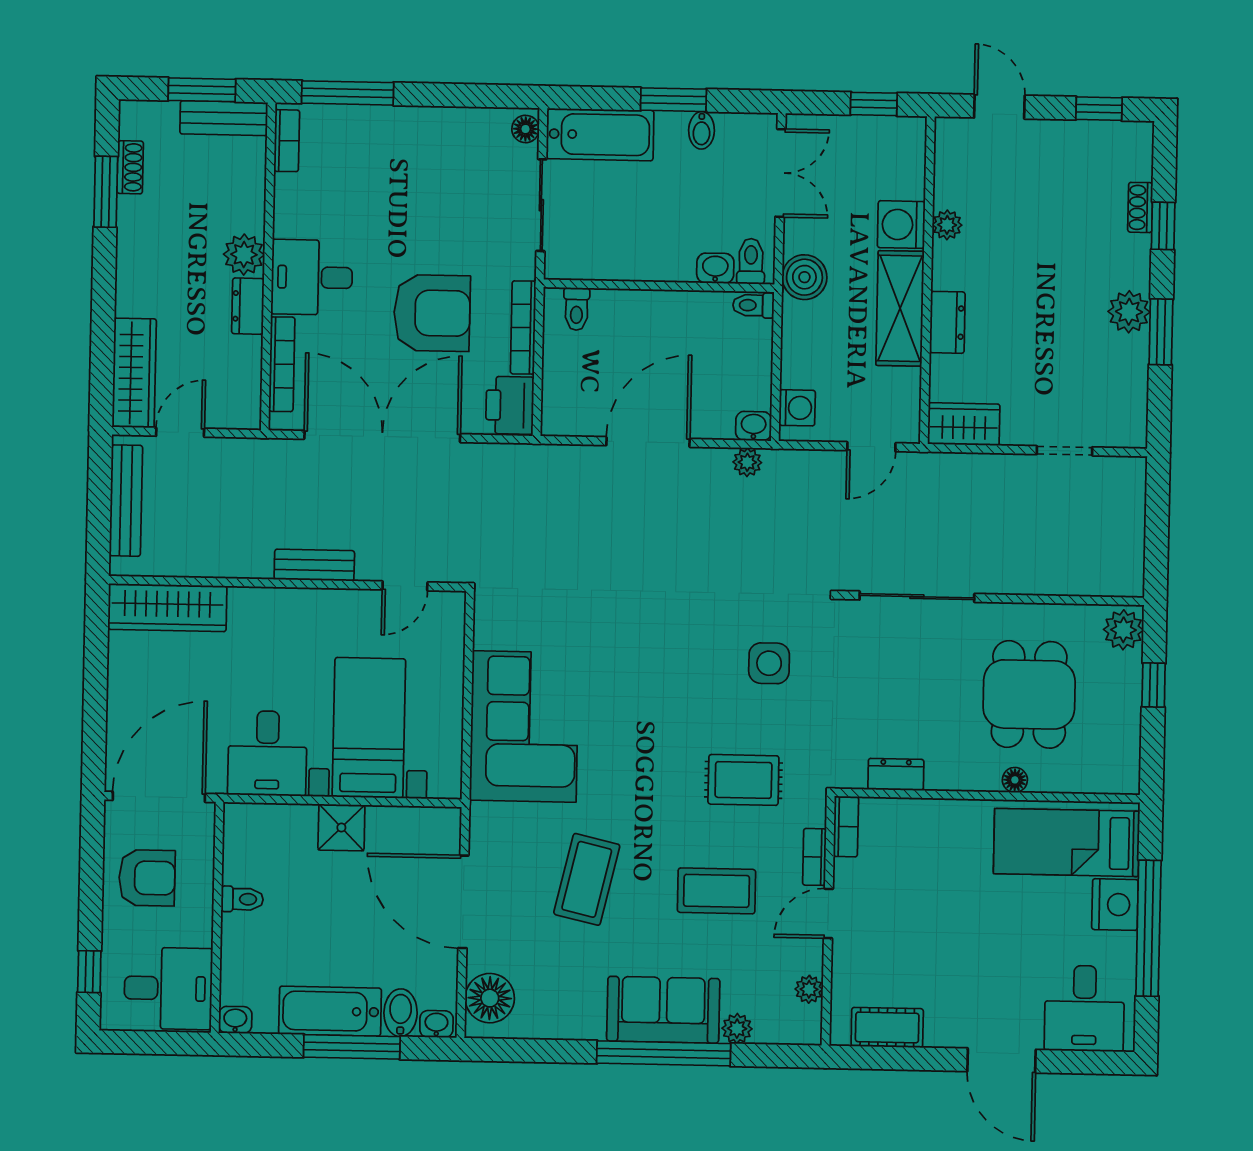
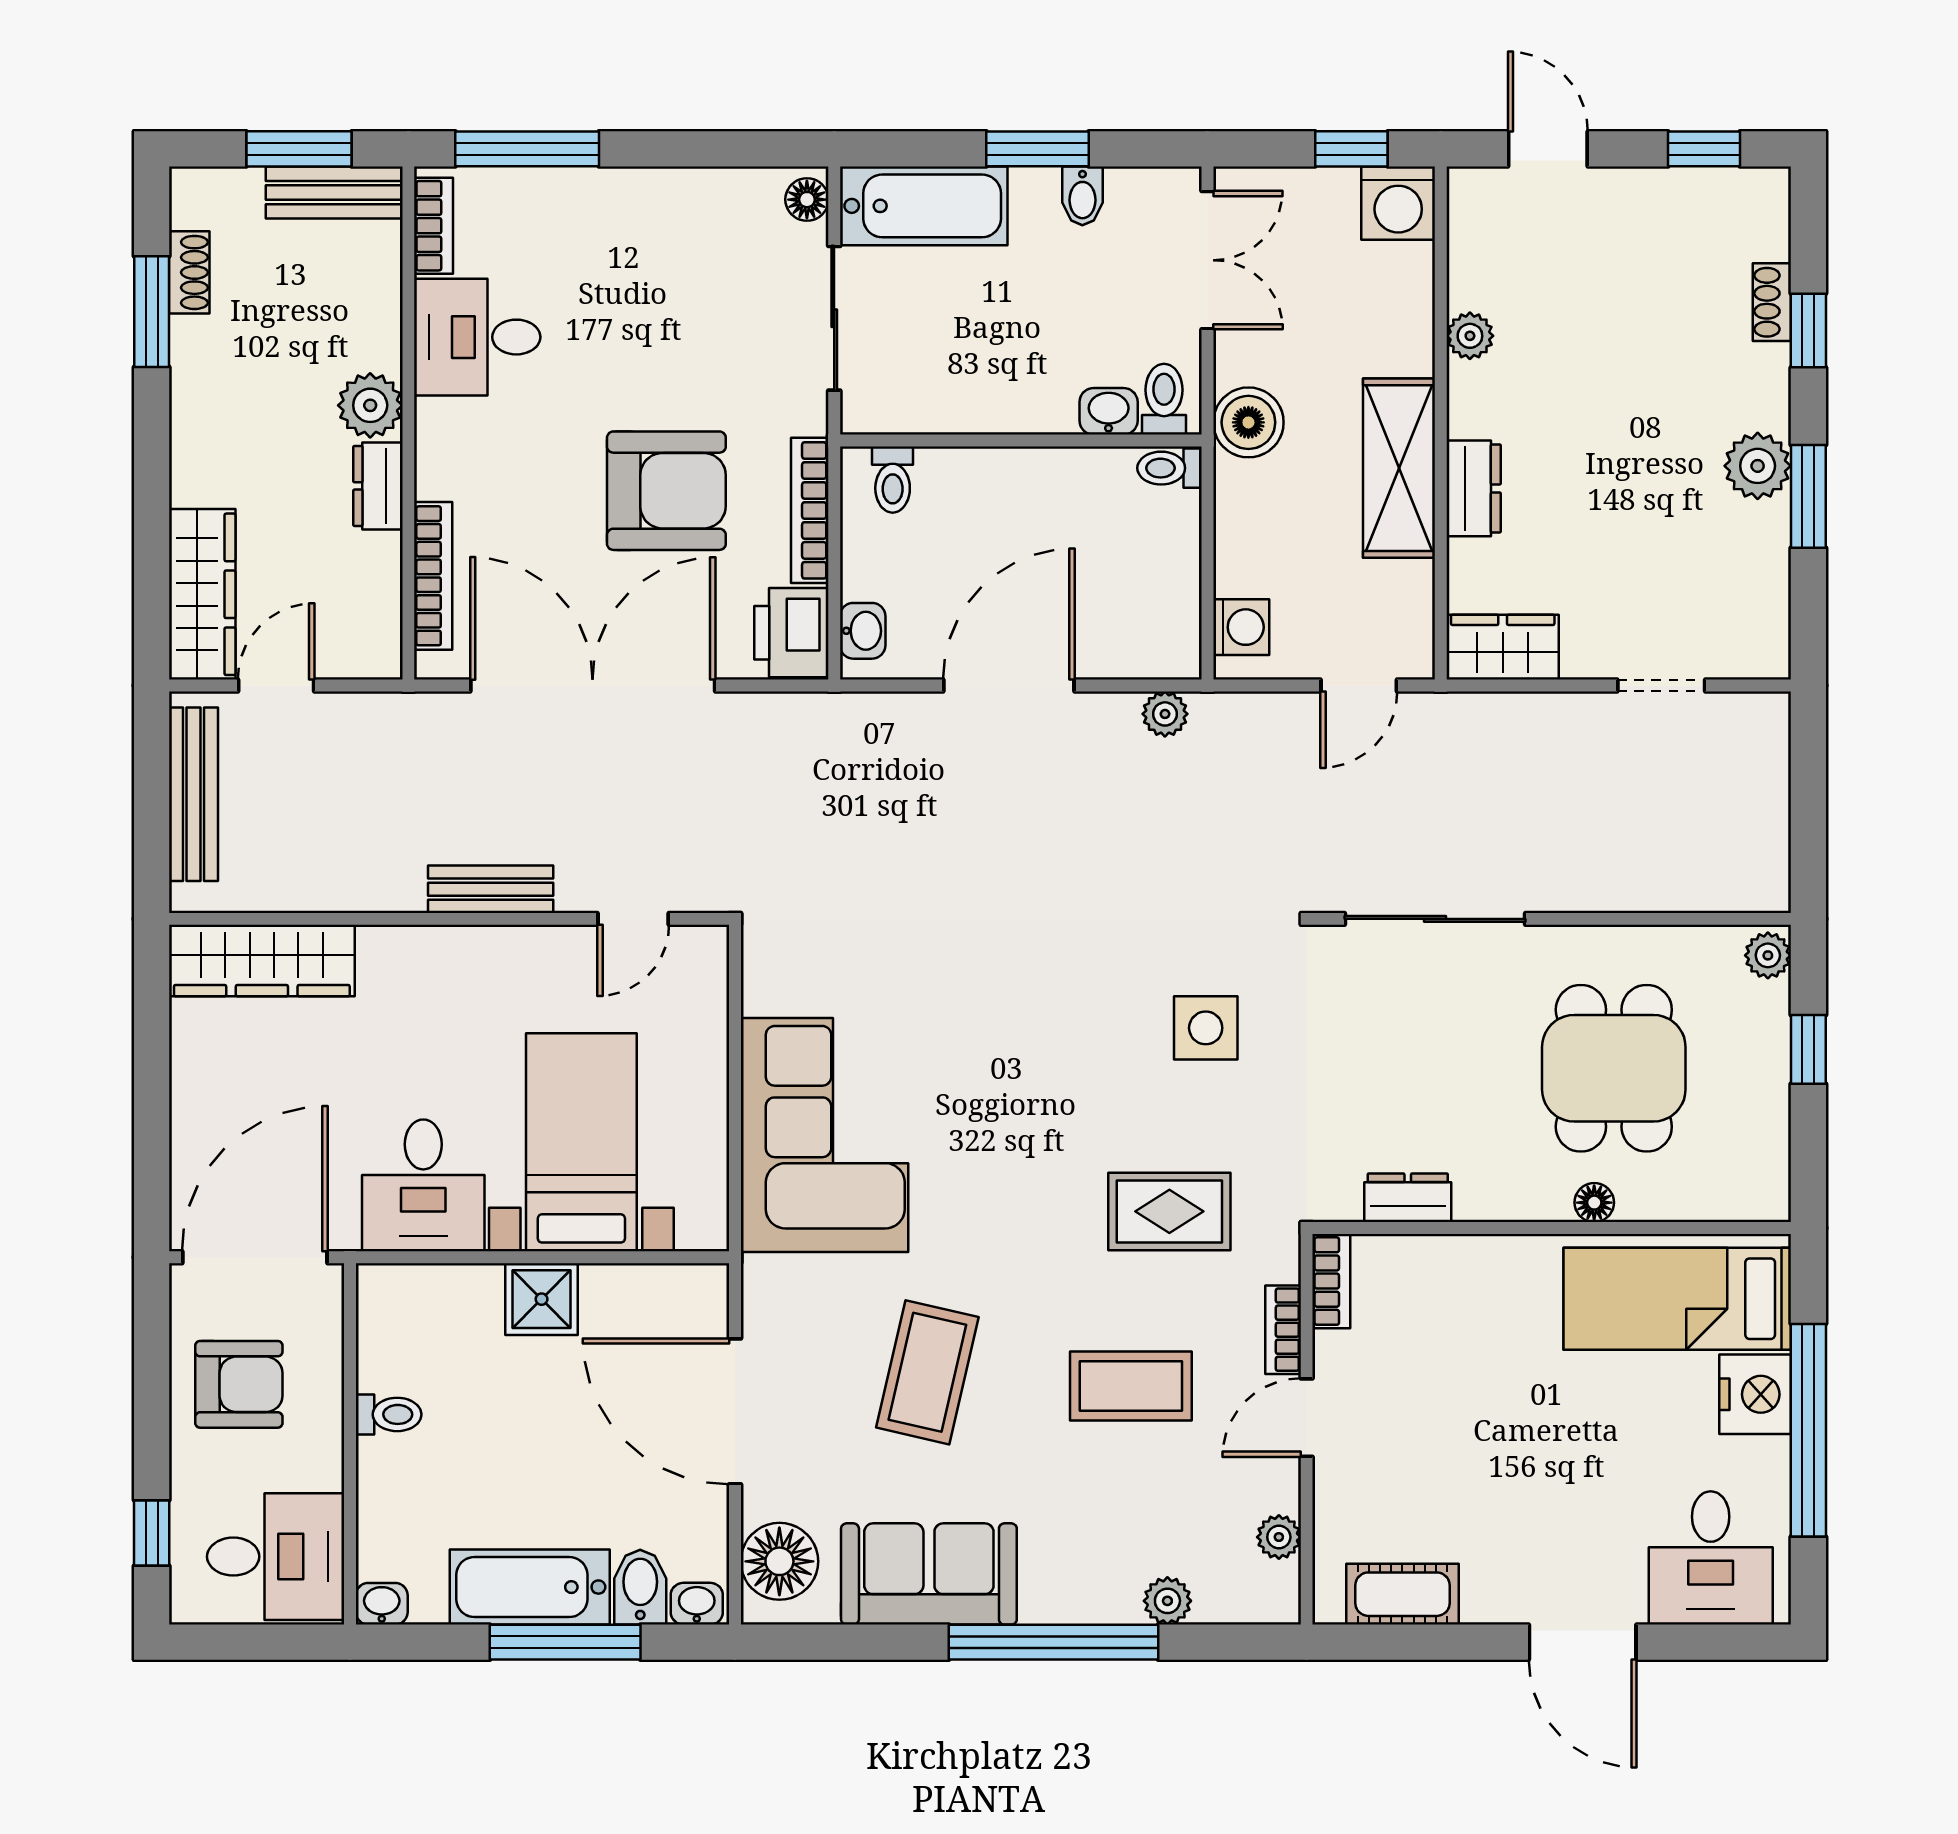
washing machine: (901, 225) -> (1398, 203), moved, turned -90
desk: (312, 277) -> (477, 337), moved
washbasin: (754, 426) -> (863, 631), moved, turned 90
plant: (1123, 630) -> (1768, 955), width x0.73, depth x0.73
sofa: (663, 1010) -> (929, 1574), moved

